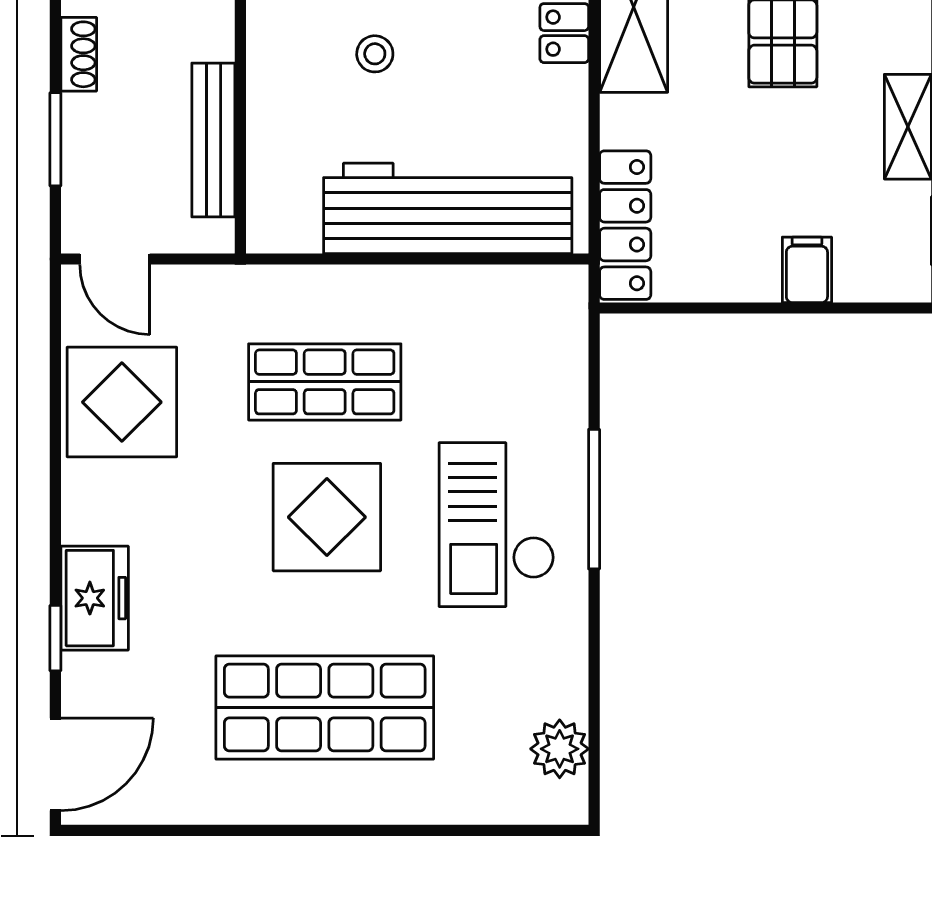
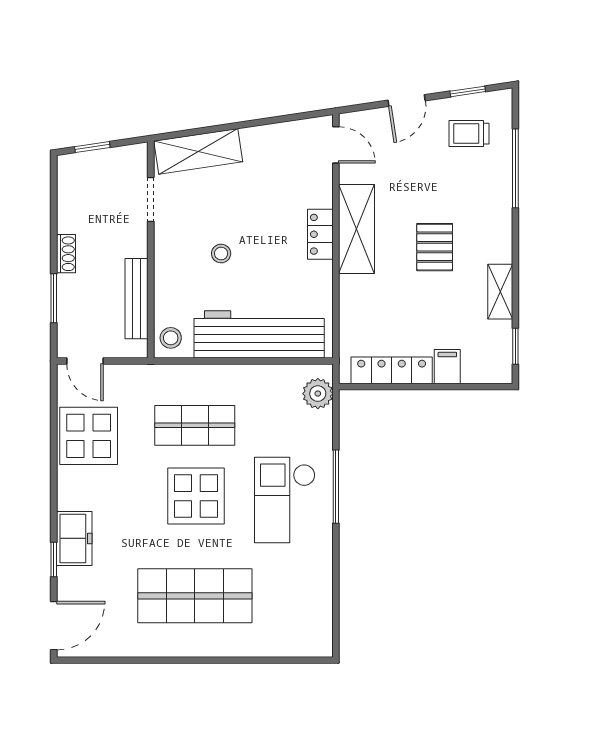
stool: (279, 215) -> (171, 338), added
locker: (625, 225) -> (392, 370), moved, turned -90
plant: (560, 749) -> (318, 394), moved

